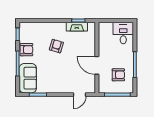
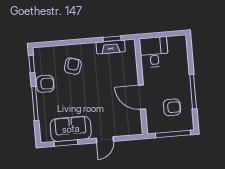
desk: (123, 33) -> (154, 52), moved
armchair: (56, 46) -> (73, 66), moved
sofa: (28, 78) -> (71, 129), moved, turned -90
door: (80, 95) -> (105, 140), moved

